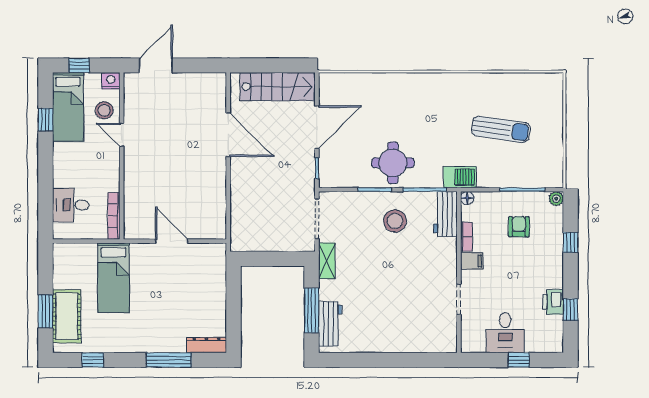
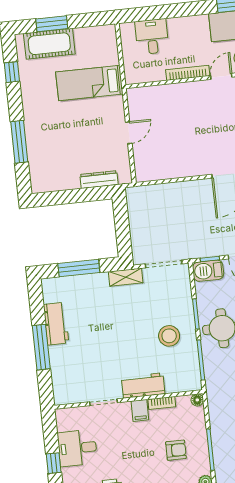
barbecue: (460, 177) -> (208, 271), moved, turned 90
workbench: (445, 214) -> (143, 385), moved
bookcase: (114, 216) -> (188, 73), moved
door: (172, 241) -> (129, 133), width x0.73
workbench: (330, 324) -> (56, 324), moved, turned -90
dresser: (206, 345) -> (99, 180), moved, turned -90
window: (392, 360) -> (41, 347), added

